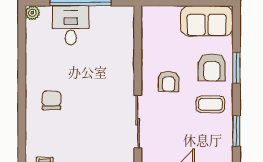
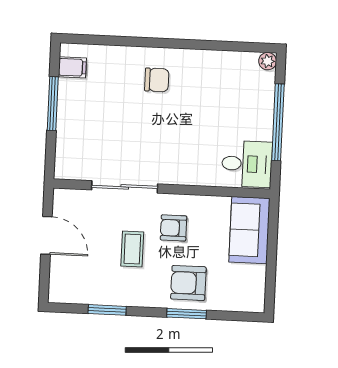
sofa: (207, 21) -> (249, 230), moved
desk: (71, 25) -> (247, 164), moved
coffee table: (210, 104) -> (132, 249), moved

